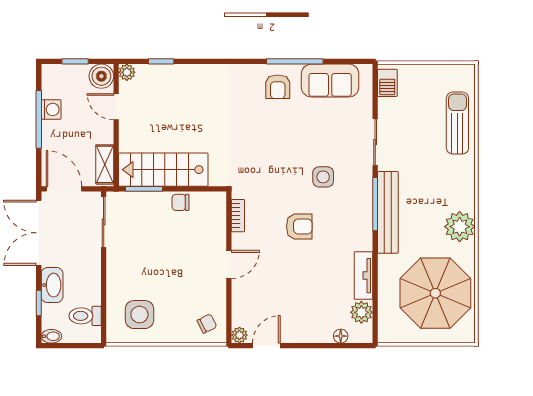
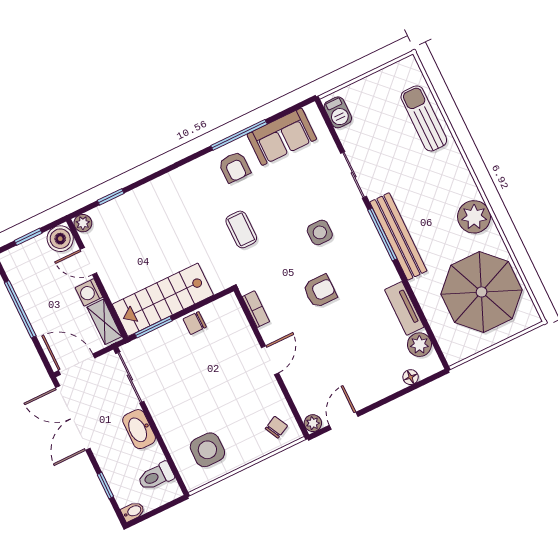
washing machine: (51, 109) -> (89, 292), moved, turned 180
coffee table: (258, 142) -> (241, 229), added
washbasin: (52, 285) -> (139, 429), moved, turned 180

